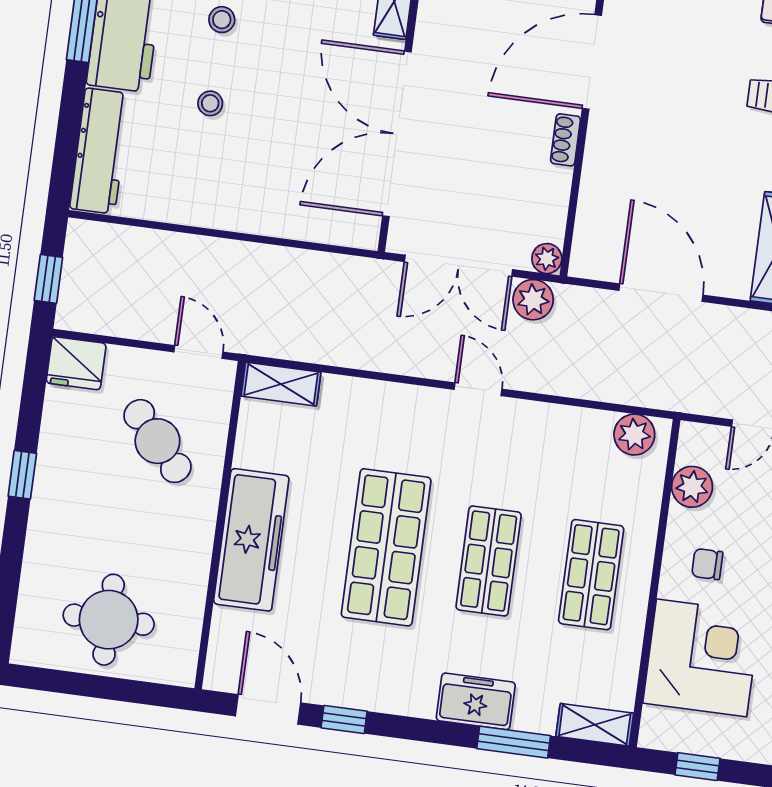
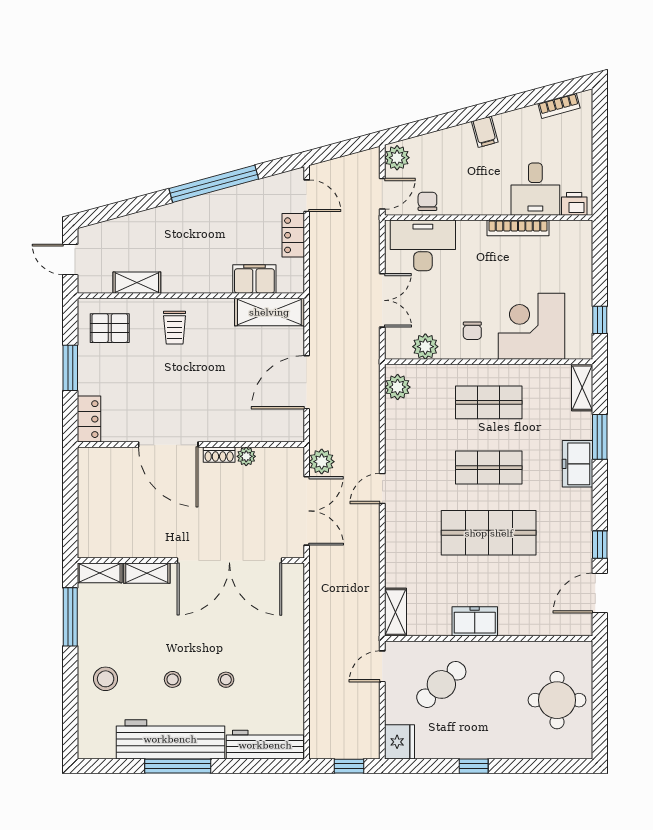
plant: (547, 259) -> (246, 456), moved
freezer: (251, 540) -> (475, 621), width x0.52, depth x0.79

